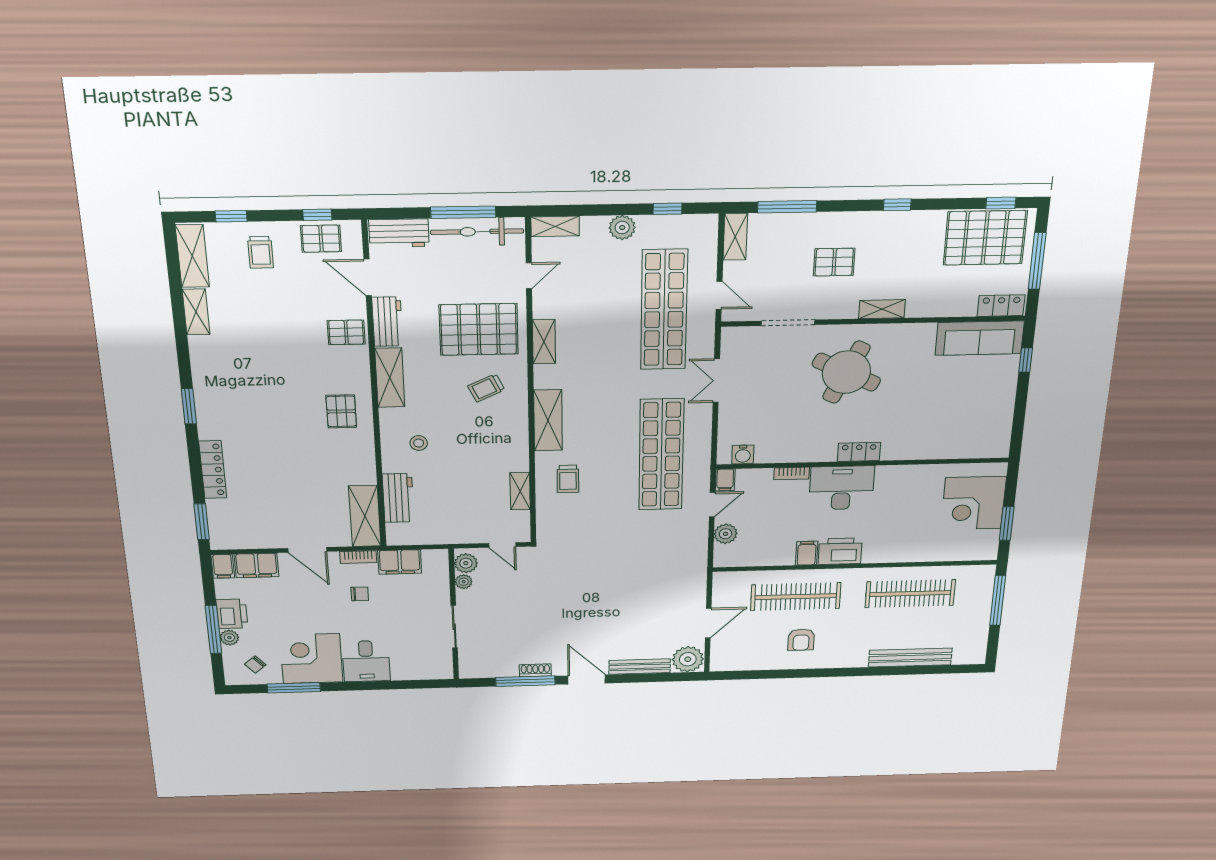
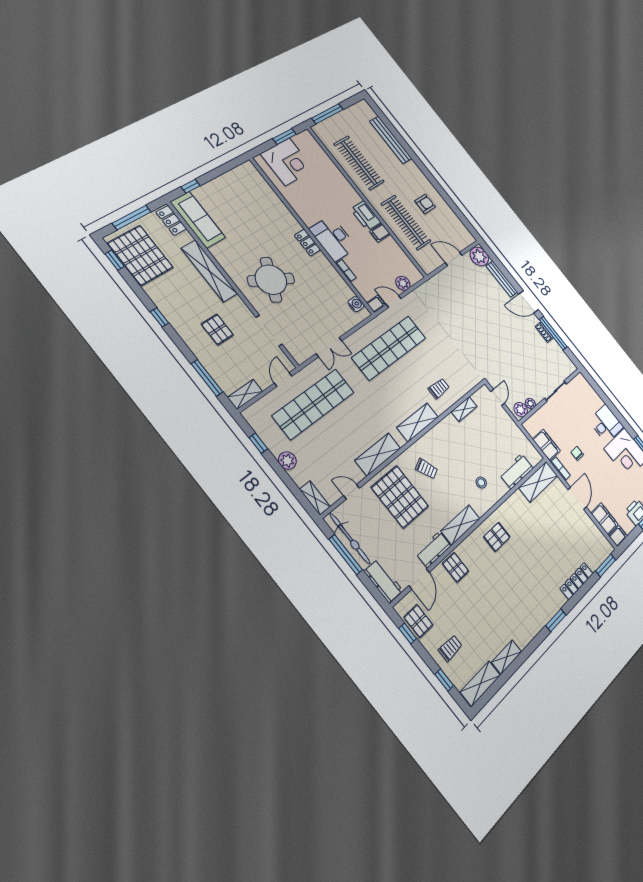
shelving: (882, 309) -> (209, 271), width x2.20, depth x1.33
shelving: (544, 342) -> (378, 454), width x1.50, depth x1.33
door: (587, 679) -> (529, 302), hinge flipped

